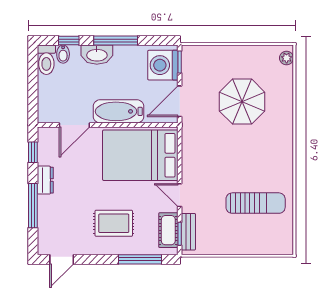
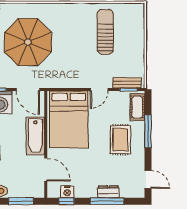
window: (33, 92) -> (21, 201), added
parasol: (242, 102) -> (28, 42), width x1.36, depth x1.36
nightstand: (45, 153) -> (67, 192), added
dresser: (45, 180) -> (108, 192), moved
cot: (168, 230) -> (137, 107), moved, turned 90
window: (140, 259) -> (148, 131), moved

